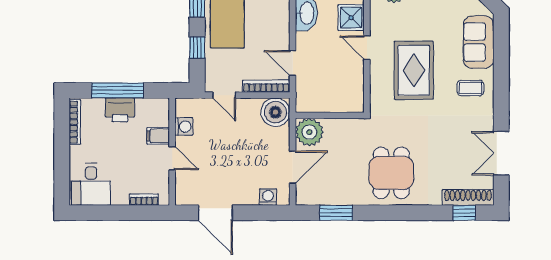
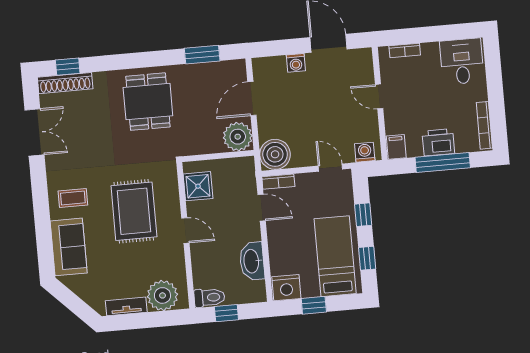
shower: (351, 18) -> (198, 186), moved
bookcase: (266, 86) -> (278, 182), width x0.64
washing machine: (184, 127) -> (365, 152), moved, turned 90
filing cabinet: (158, 136) -> (396, 147), moved, turned -90
washing machine: (268, 197) -> (296, 63), moved

